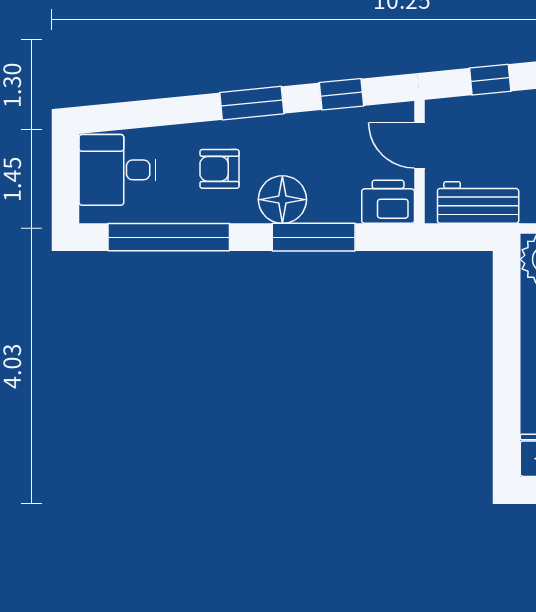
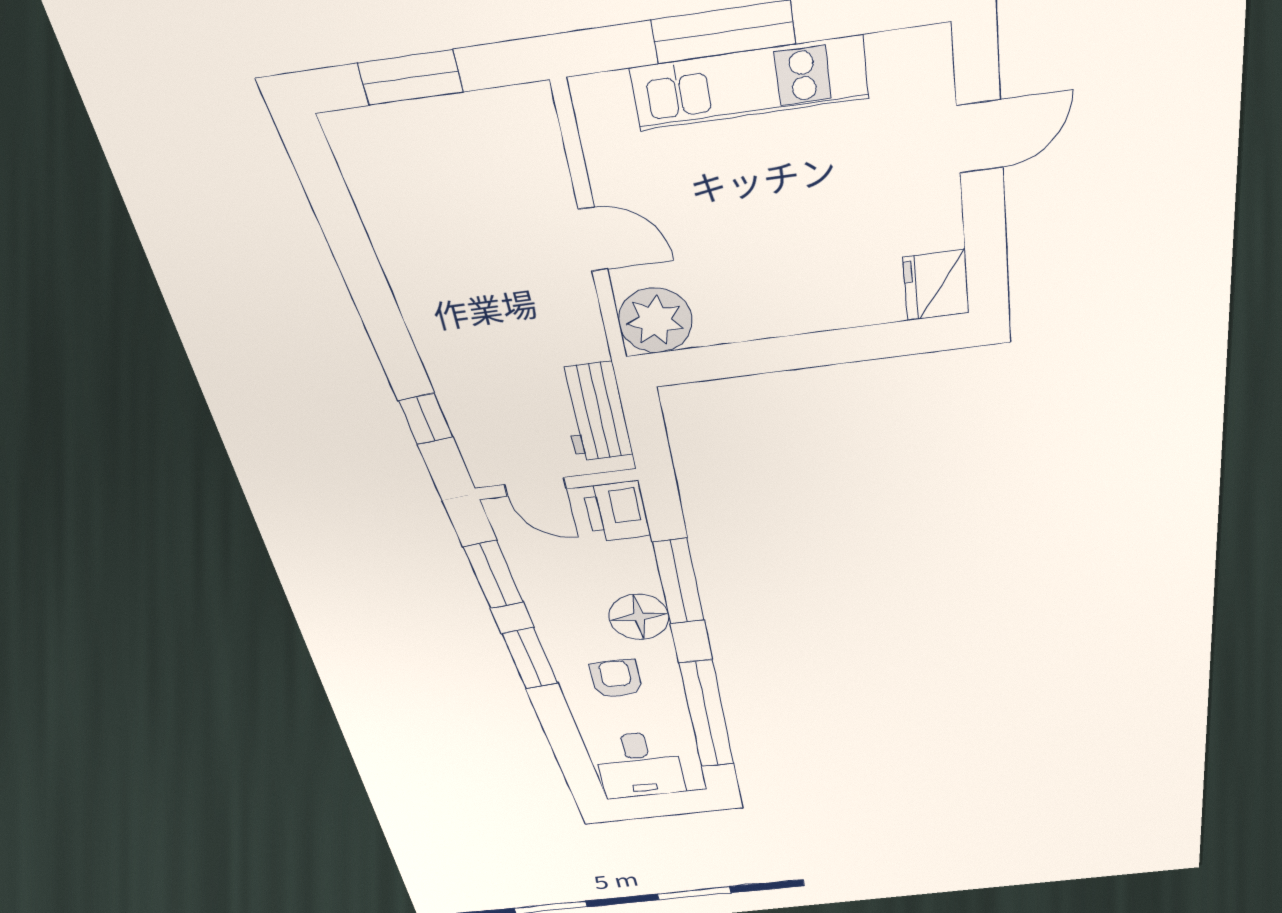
window: (342, 94) -> (493, 575), width x1.50
door: (419, 145) -> (535, 487), hinge flipped
armchair: (220, 169) -> (616, 679), turned 180

